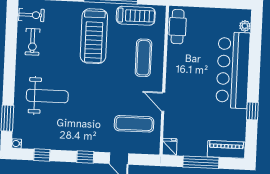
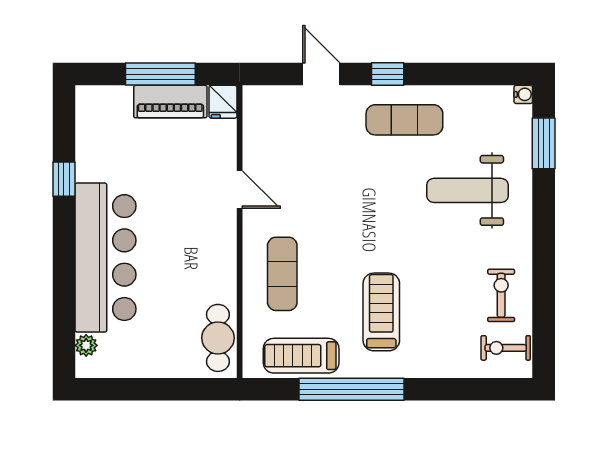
treadmill: (94, 36) -> (381, 312), width x0.73, depth x0.73
exercise mat: (134, 124) -> (404, 120), moved
piano: (226, 149) -> (170, 102), moved
window: (42, 155) -> (473, 74), removed

